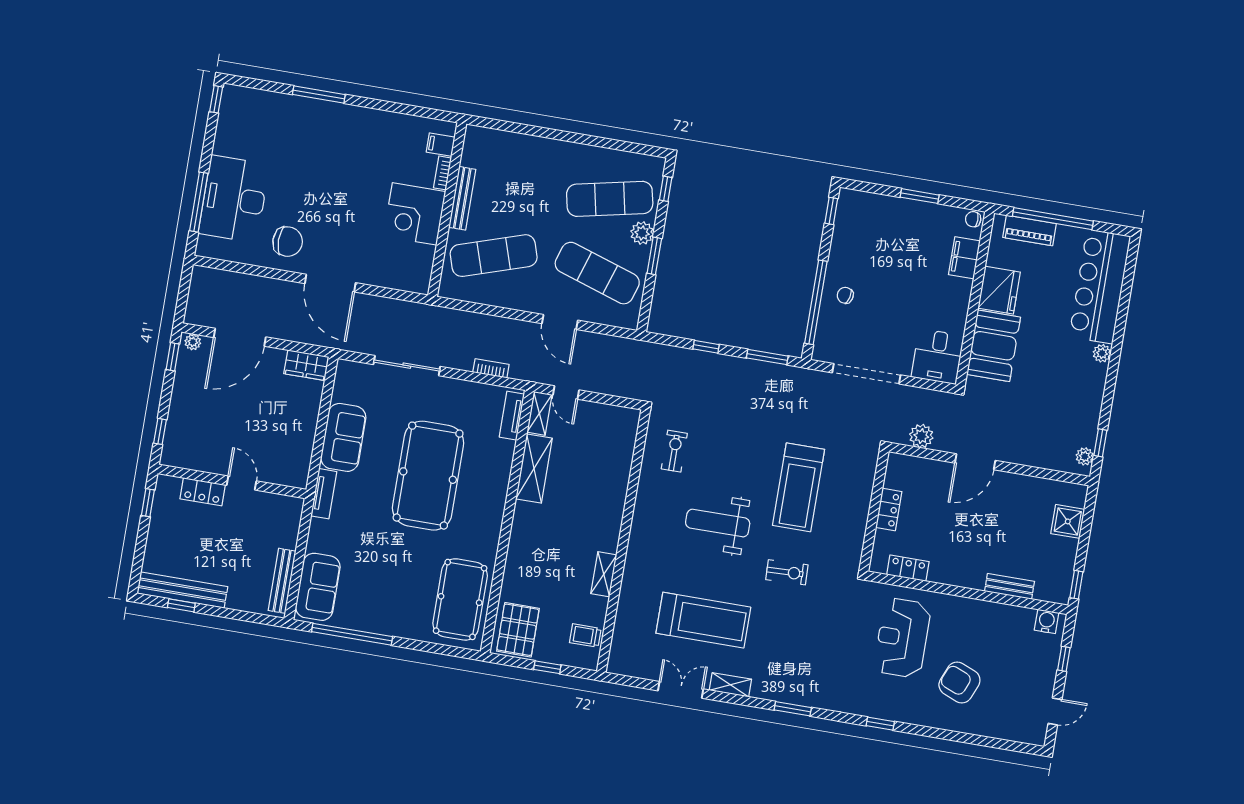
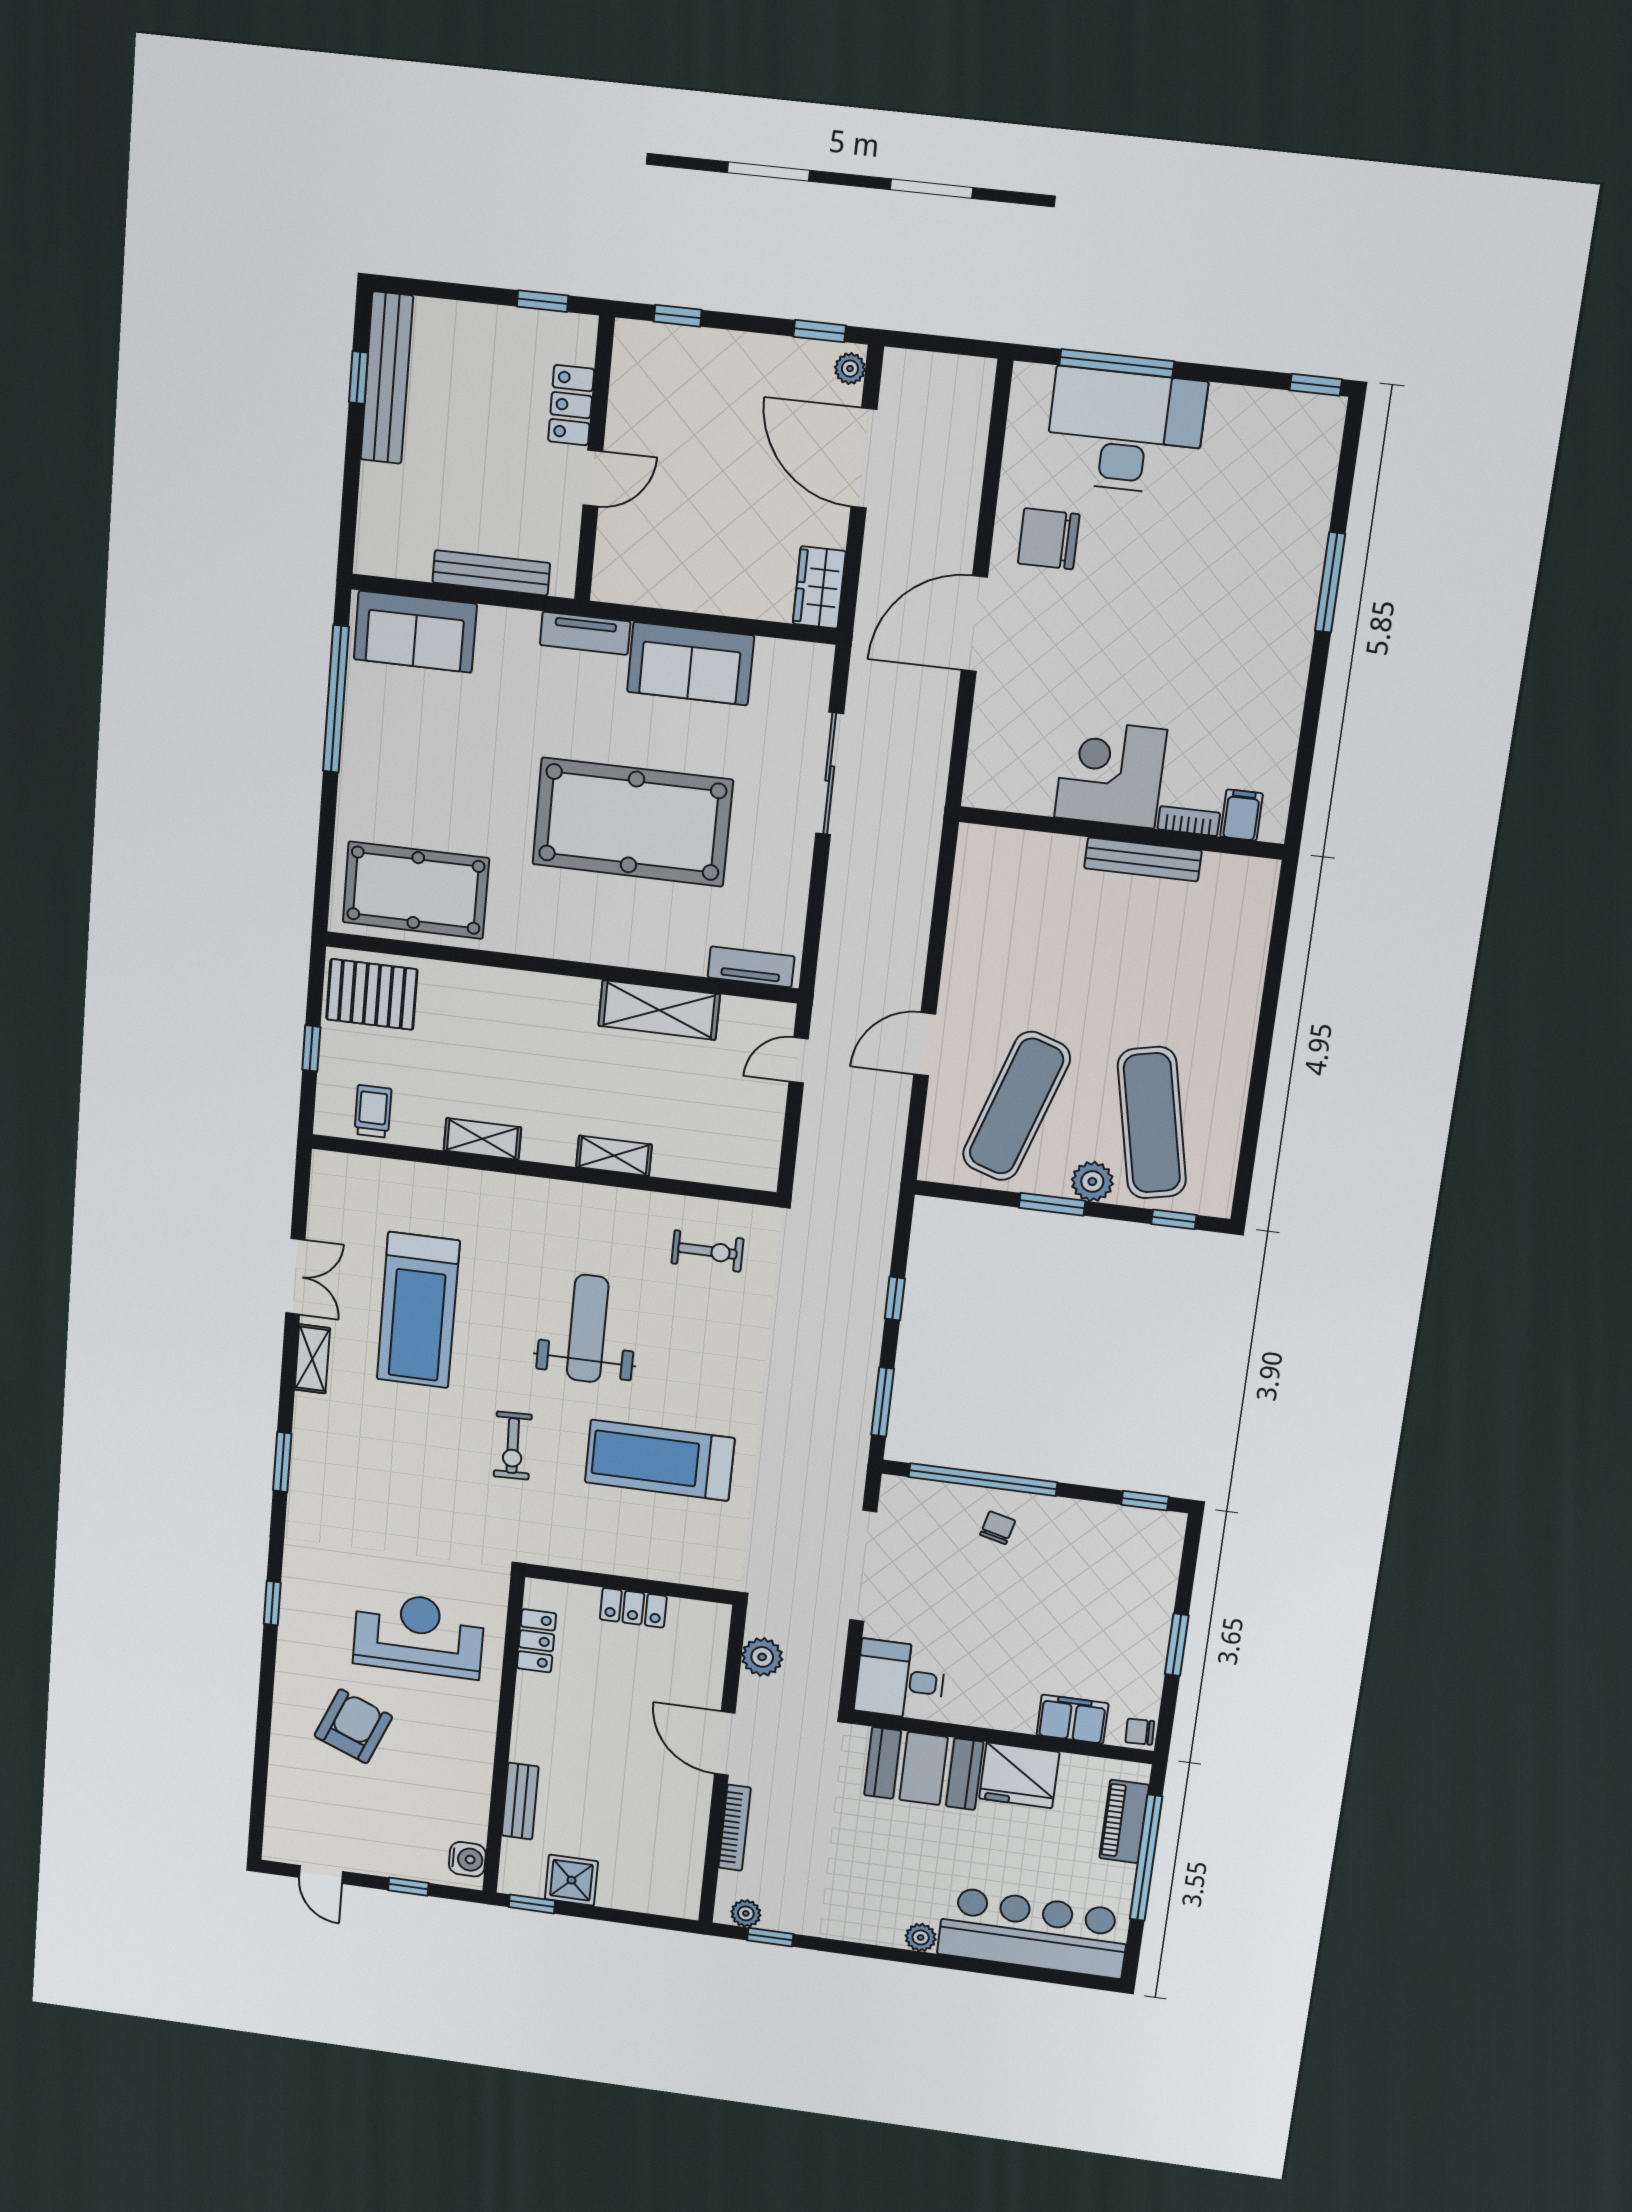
chair: (973, 219) -> (1140, 1732), turned -92
chair: (288, 242) -> (1049, 539), turned 90
exercise mat: (494, 256) -> (1040, 921), removed
bookcase: (491, 368) -> (735, 1828), moved, width x1.56
shelving: (539, 413) -> (614, 1156), moved
shower: (1068, 521) -> (571, 1880), moved
bench: (282, 581) -> (491, 573), moved

